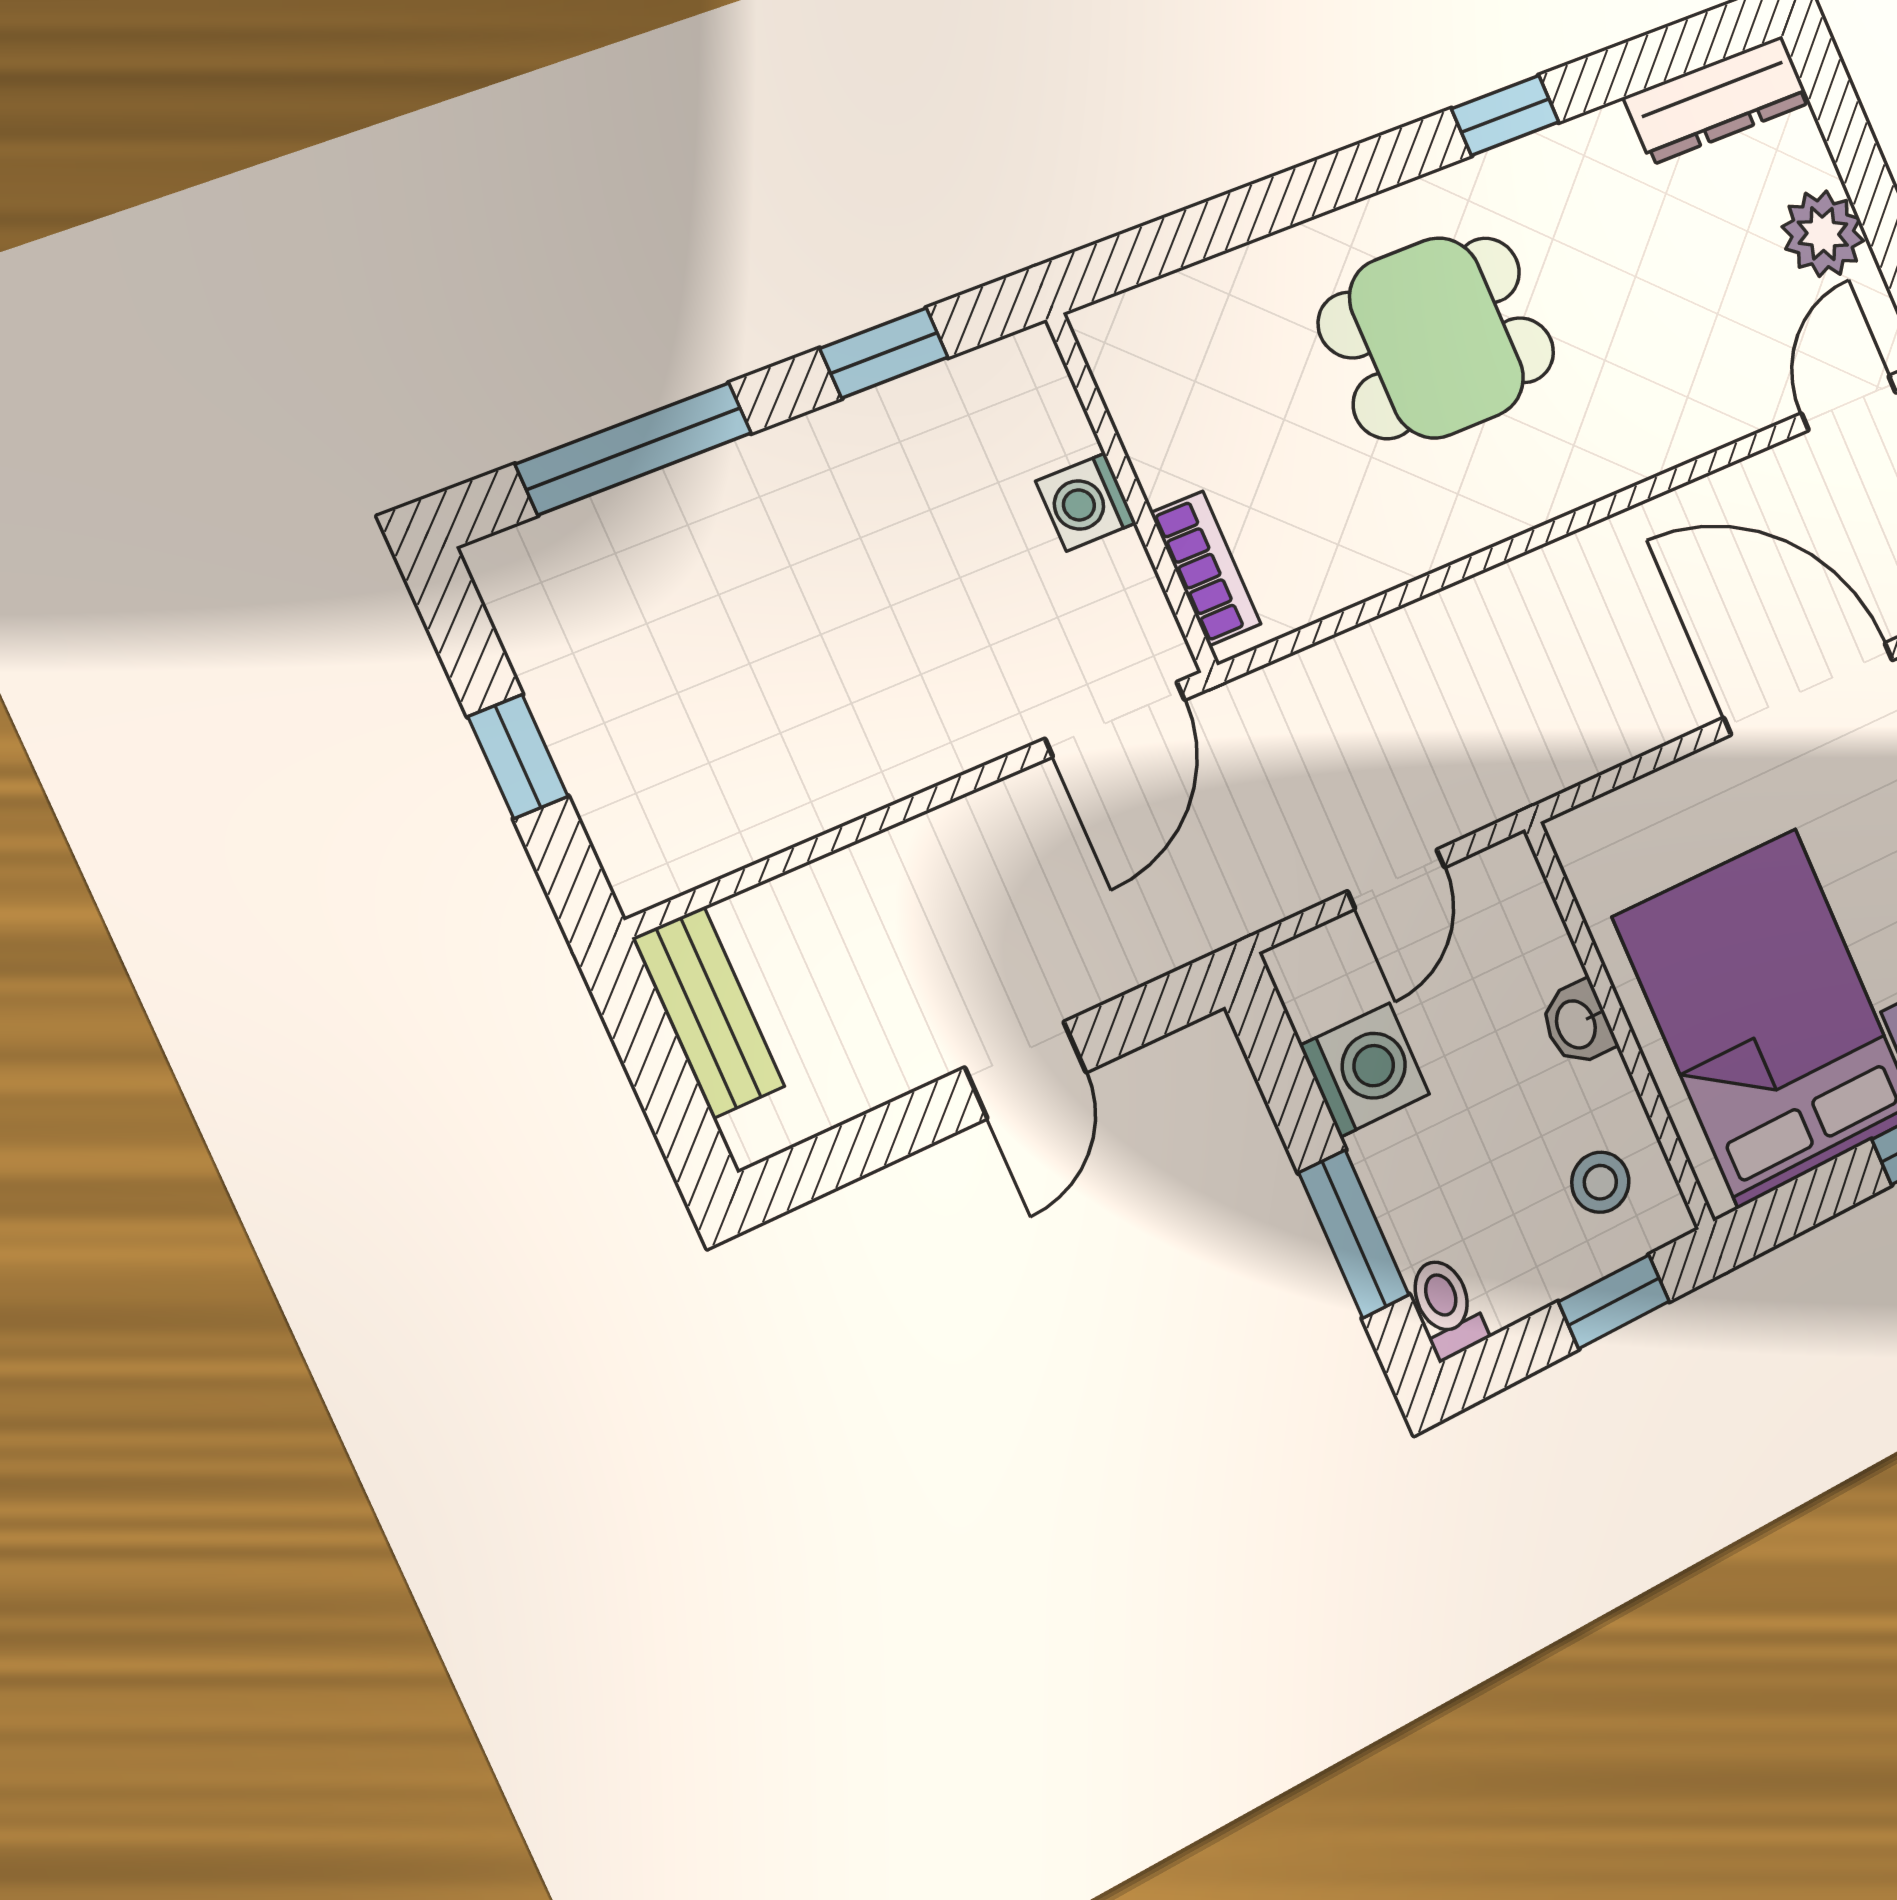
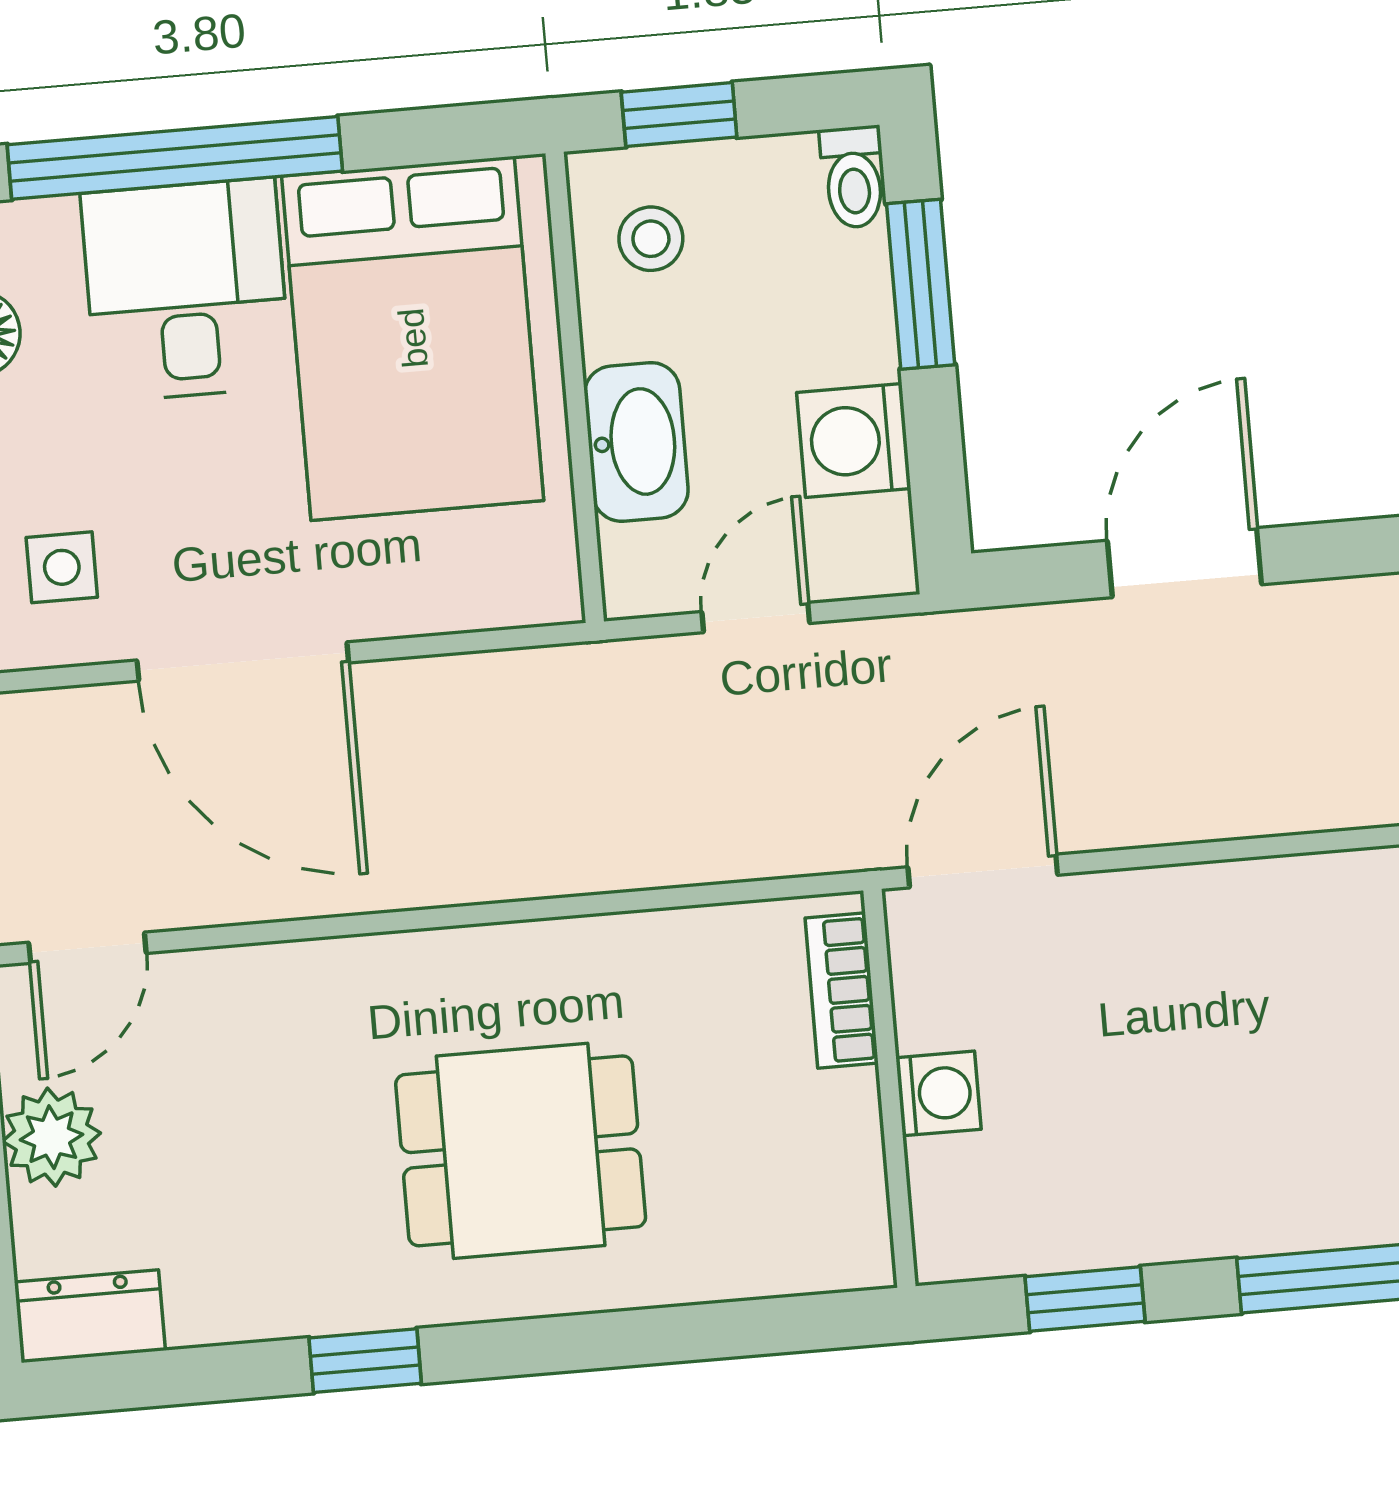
dresser: (1717, 100) -> (90, 1316), width x0.70
washbasin: (1578, 1024) -> (636, 442), width x1.91, depth x1.45
door: (1026, 1070) -> (1184, 563), width x1.38

